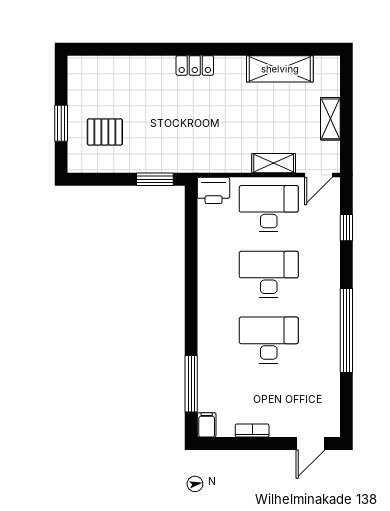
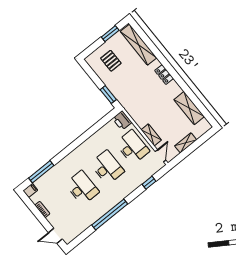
shelving: (115, 68) -> (138, 45), added
window: (61, 123) -> (110, 34), moved
door: (319, 175) -> (160, 156), swing flipped

